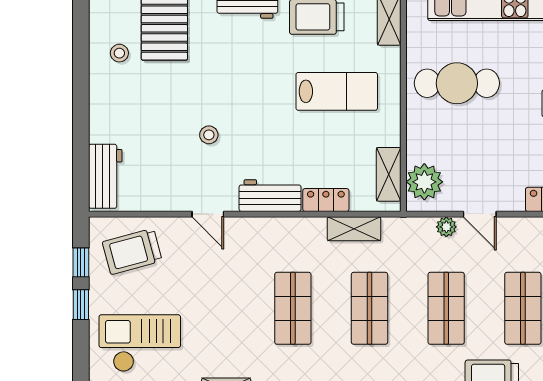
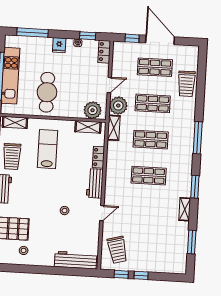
workbench: (105, 176) -> (76, 260), width x1.38
plant: (446, 227) -> (118, 106), width x1.88, depth x1.88
shelving: (354, 229) -> (114, 128), moved
checkout: (140, 343) -> (161, 249), removed

